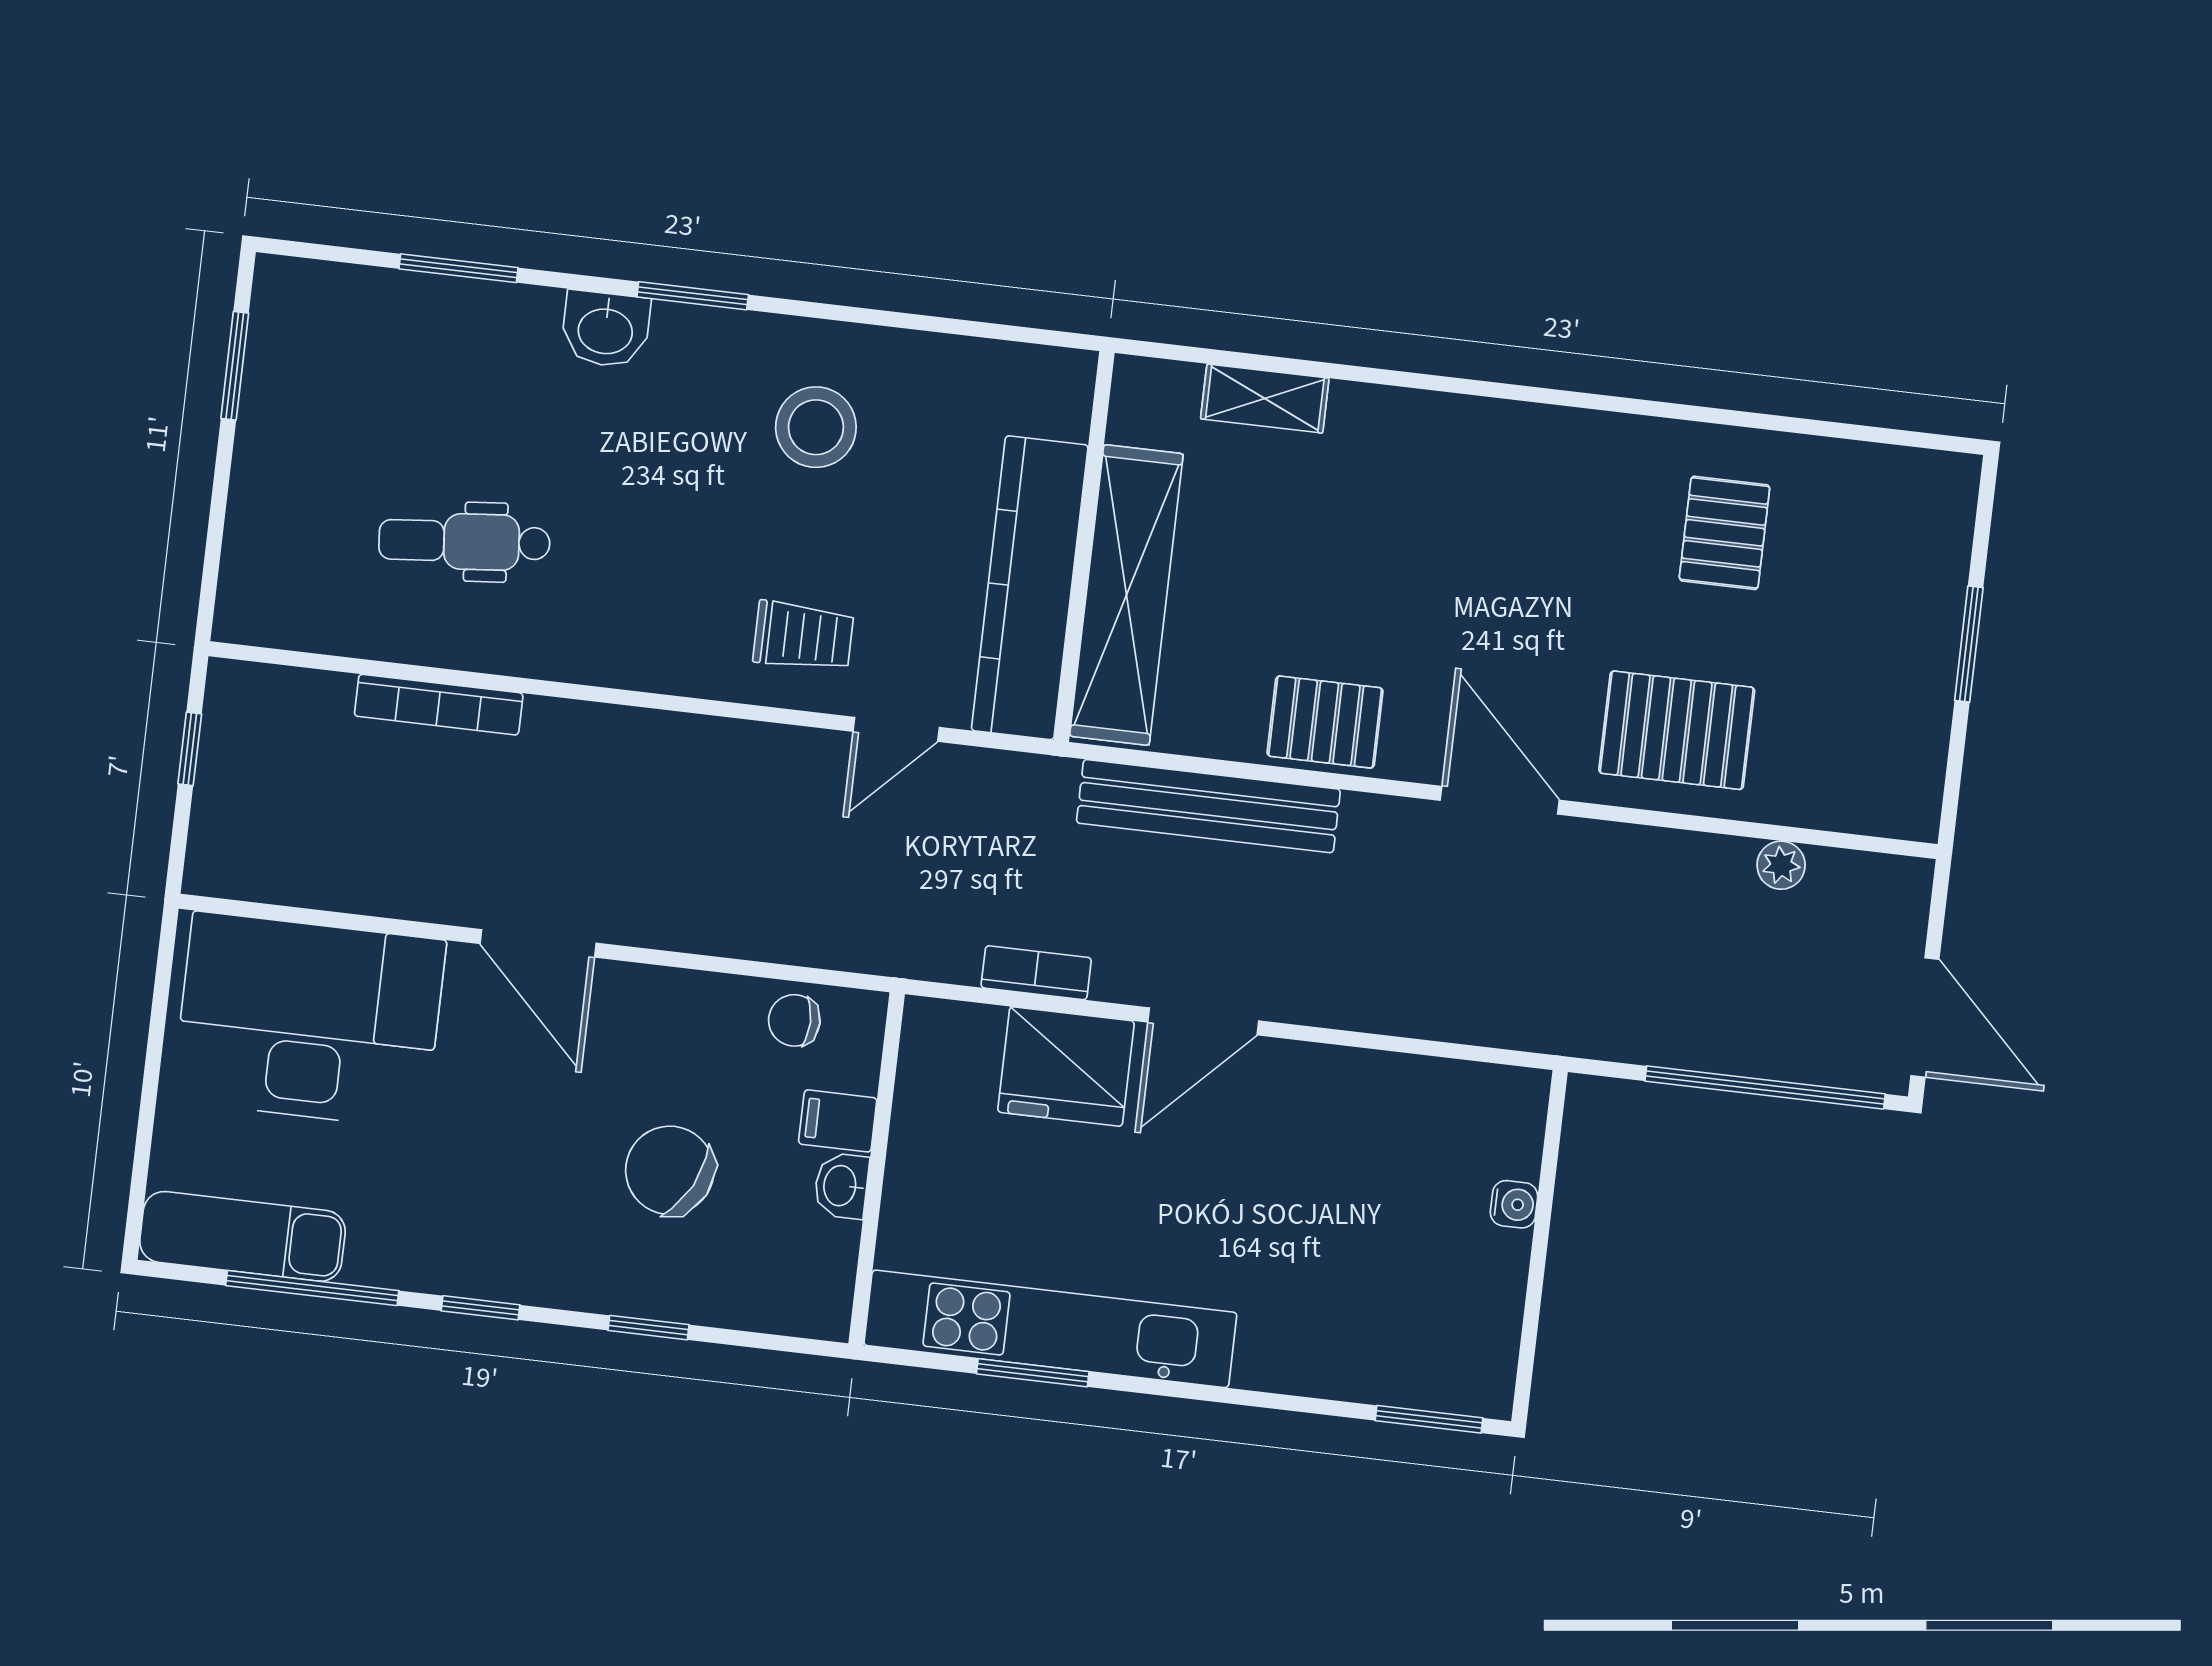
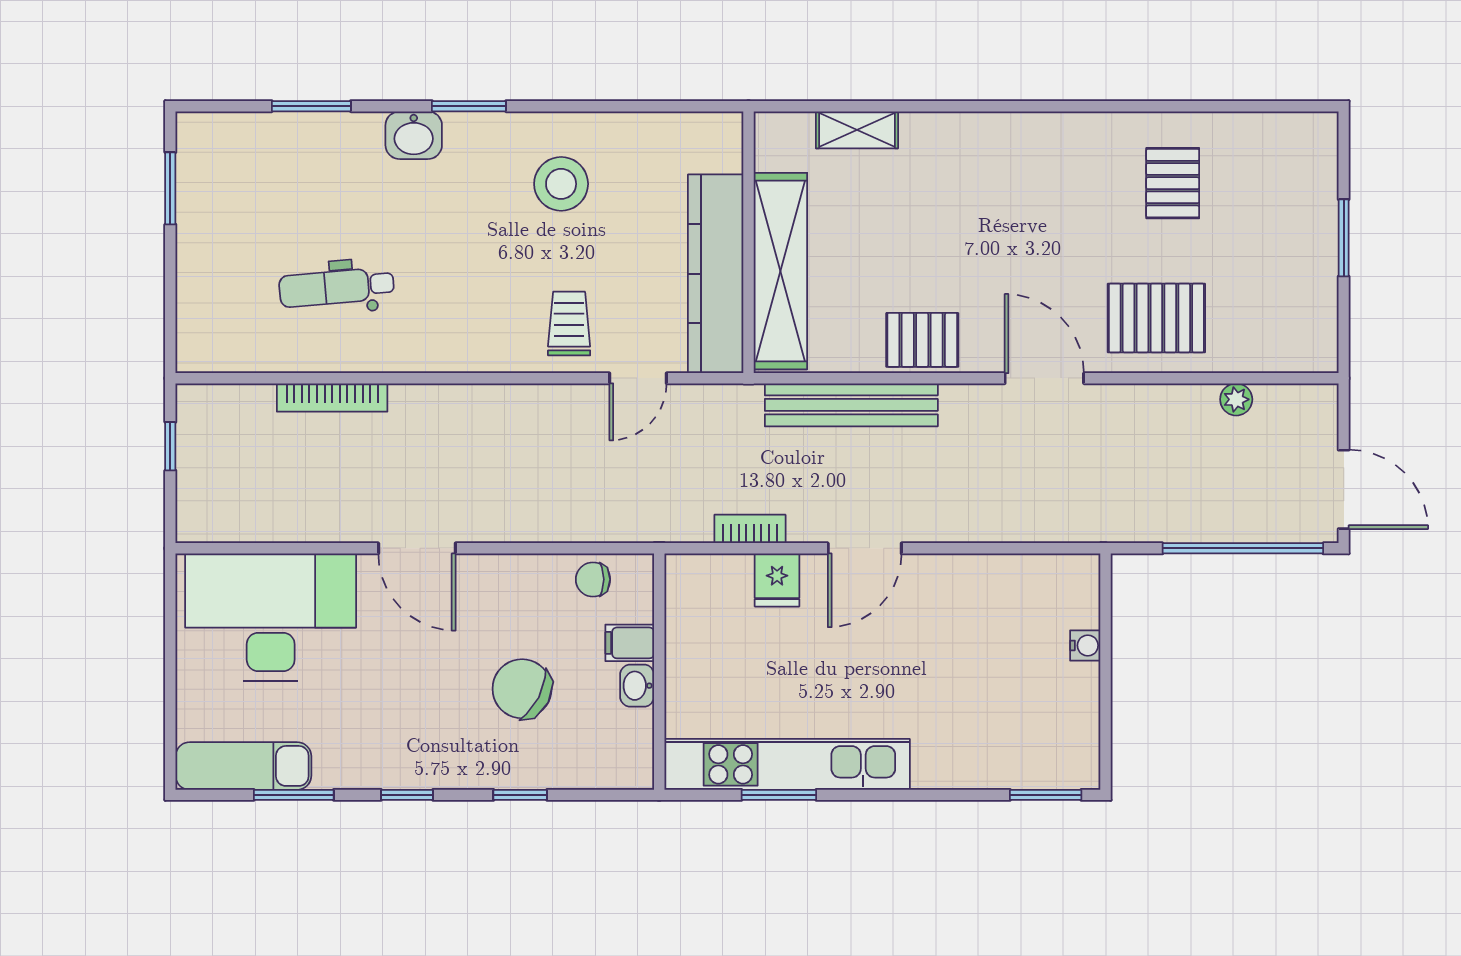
trolley: (803, 636) -> (569, 324), turned -90
fridge: (1066, 1067) -> (777, 580), width x0.53, depth x0.75
window: (312, 1288) -> (294, 795), width x0.69

